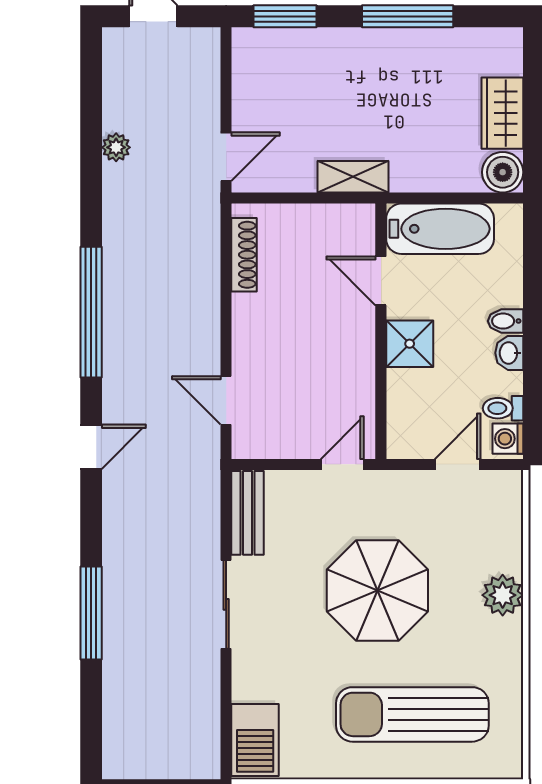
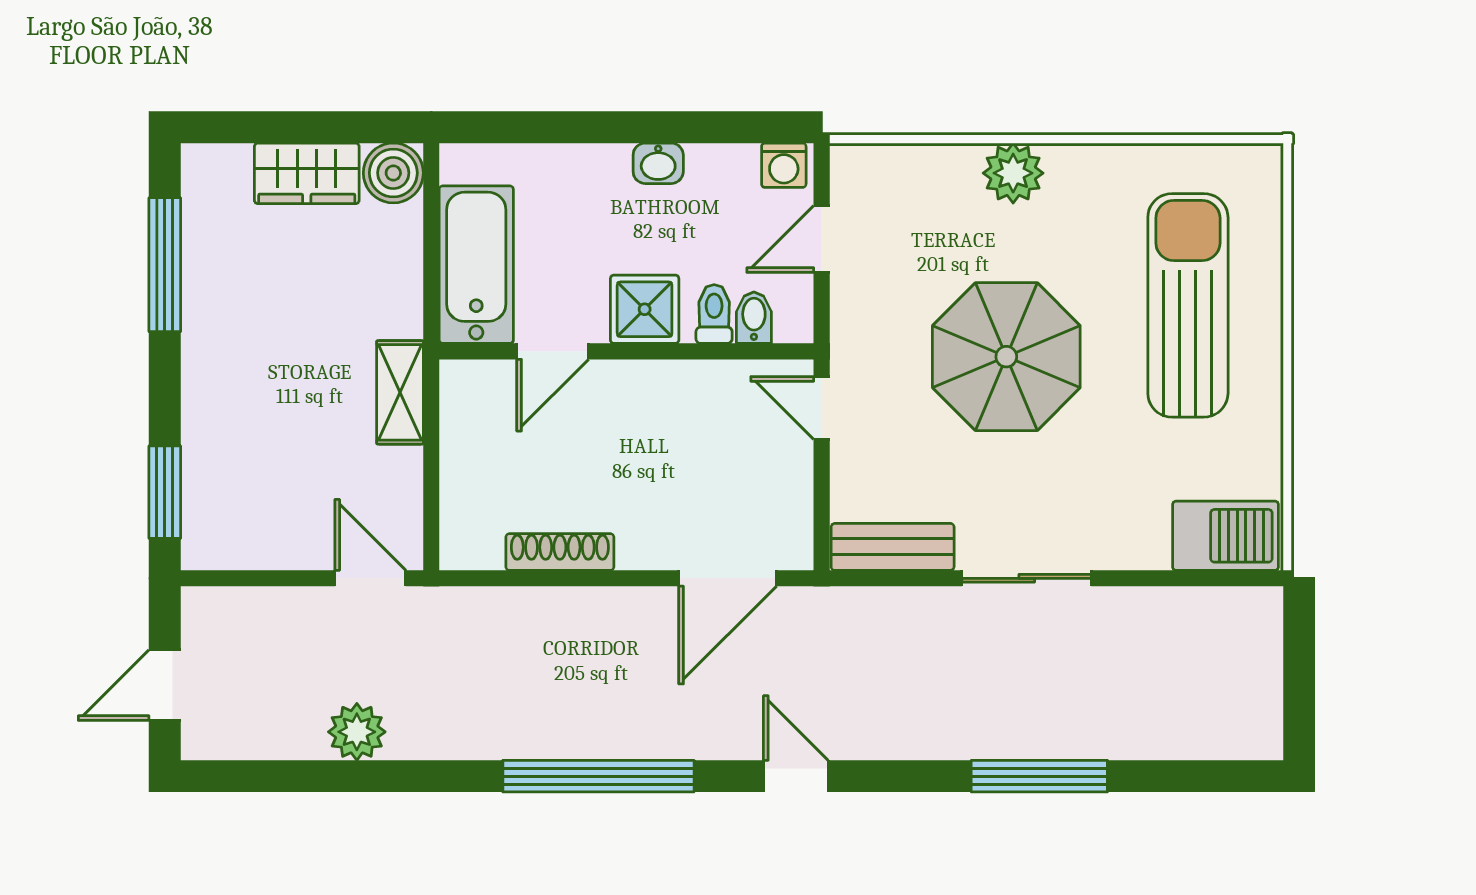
window: (408, 16) -> (165, 265), moved
plant: (116, 147) -> (357, 732), width x1.38, depth x1.38
shoe rack: (244, 255) -> (560, 552), moved
bidet: (506, 321) -> (754, 318), moved, turned 180
door: (226, 400) -> (728, 578), width x1.38
toilet: (503, 408) -> (714, 314), moved, turned 180
door: (458, 464) -> (822, 239), hinge flipped
sun lounger: (412, 714) -> (1188, 305), turned 180

